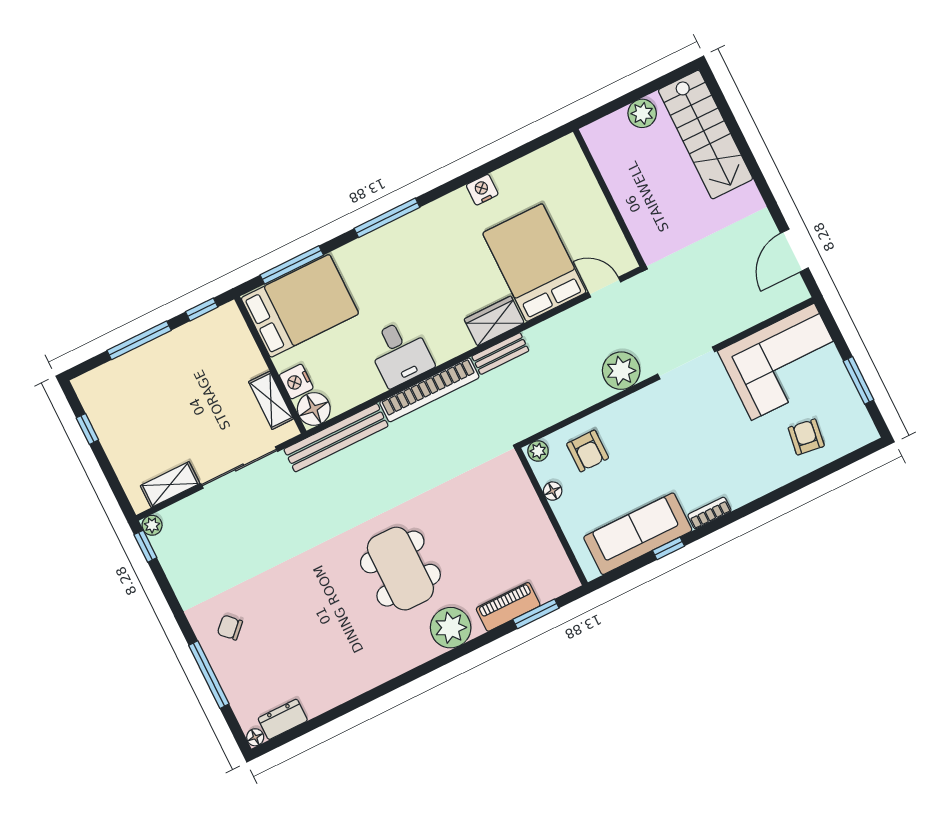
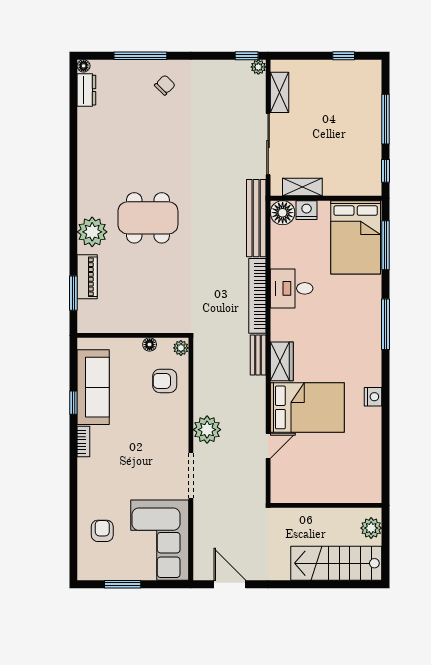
wall: (609, 198) -> (326, 505), moved
armchair: (806, 437) -> (102, 531), turned -98

